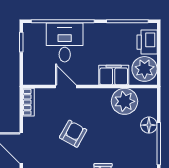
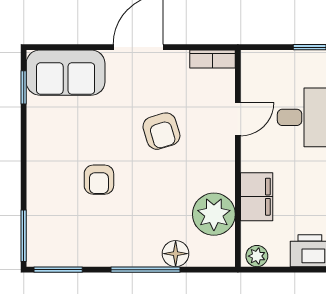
plant: (145, 69) -> (257, 256), width x0.53, depth x0.53
armchair: (73, 134) -> (161, 131), turned 44

